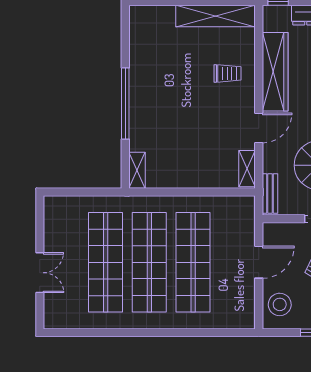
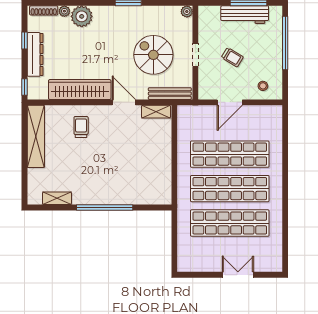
shelving: (137, 170) -> (57, 198), moved
bench: (270, 193) -> (170, 94), width x1.36
door: (259, 262) -> (230, 102), swing flipped
stool: (280, 304) -> (263, 86), width x0.53, depth x0.53

